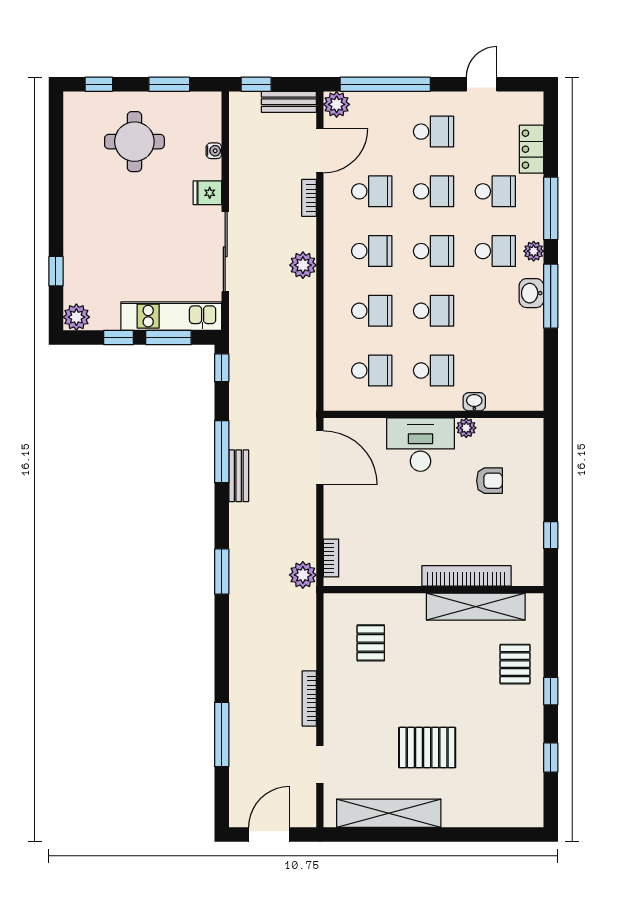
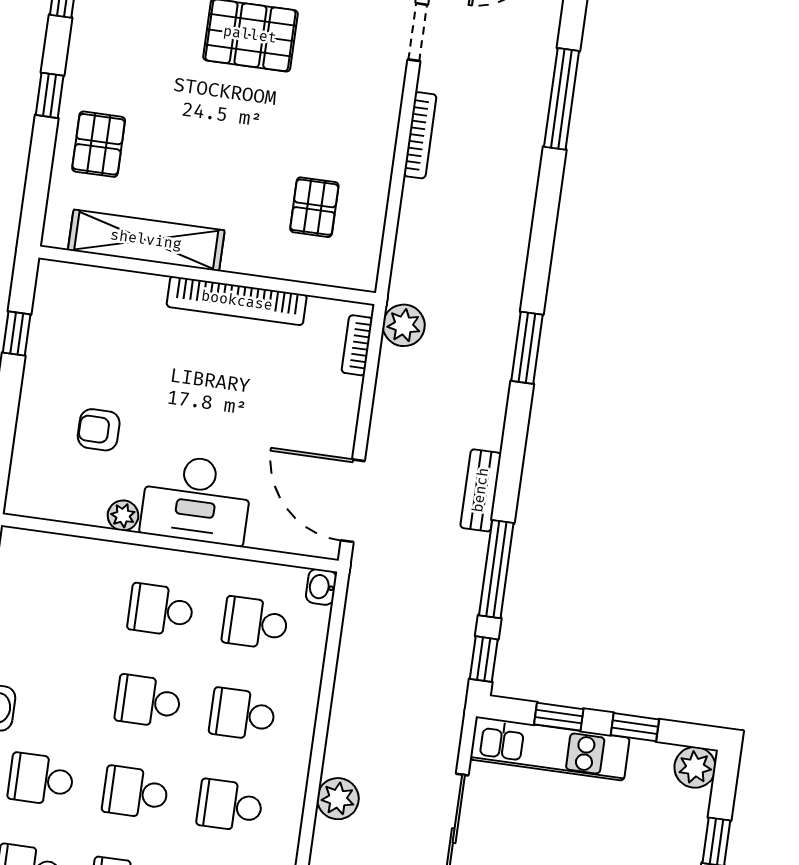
window: (168, 337) -> (559, 717), width x0.67
washbasin: (474, 402) -> (321, 587), moved, turned 90
window: (222, 452) -> (496, 569), moved
bookcase: (466, 576) -> (237, 301), moved

